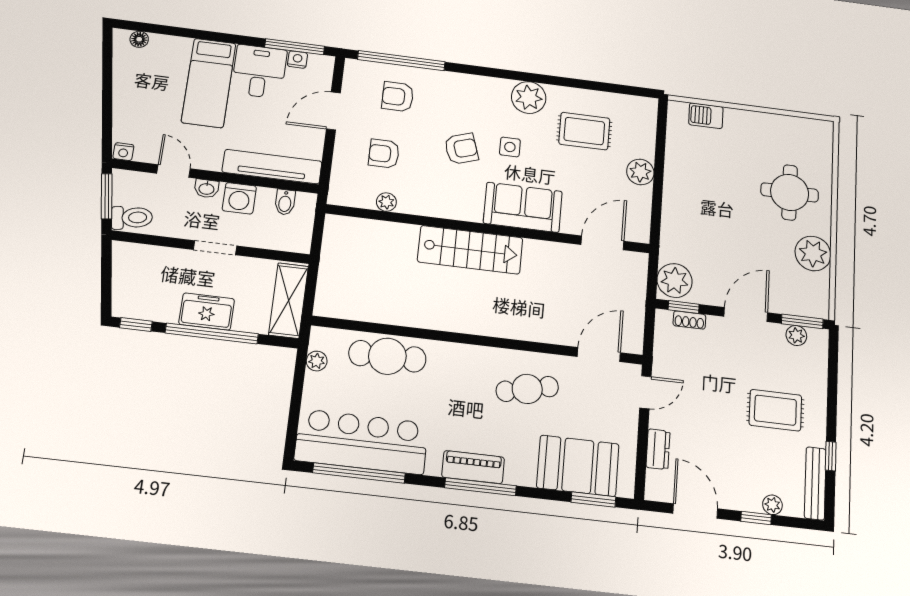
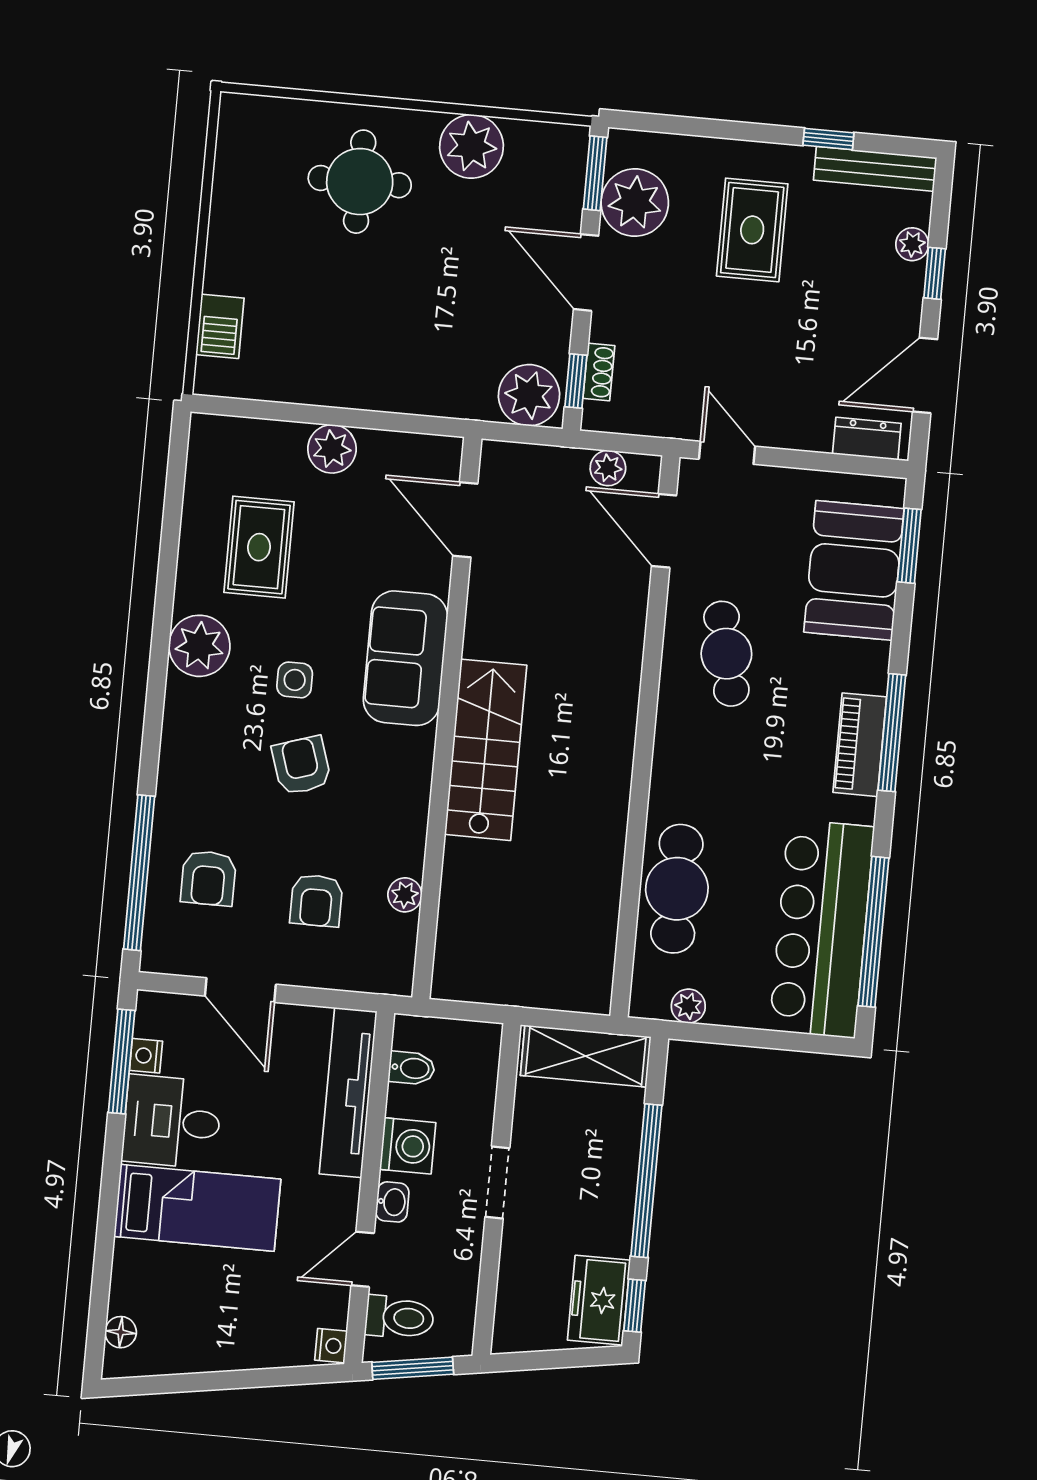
toilet: (132, 218) -> (399, 1317), moved, turned 99
freezer: (207, 312) -> (599, 1300), moved
plant: (634, 324) -> (608, 468), added
plant: (796, 336) -> (635, 203), width x1.88, depth x1.88
dresser: (658, 449) -> (867, 439), moved

